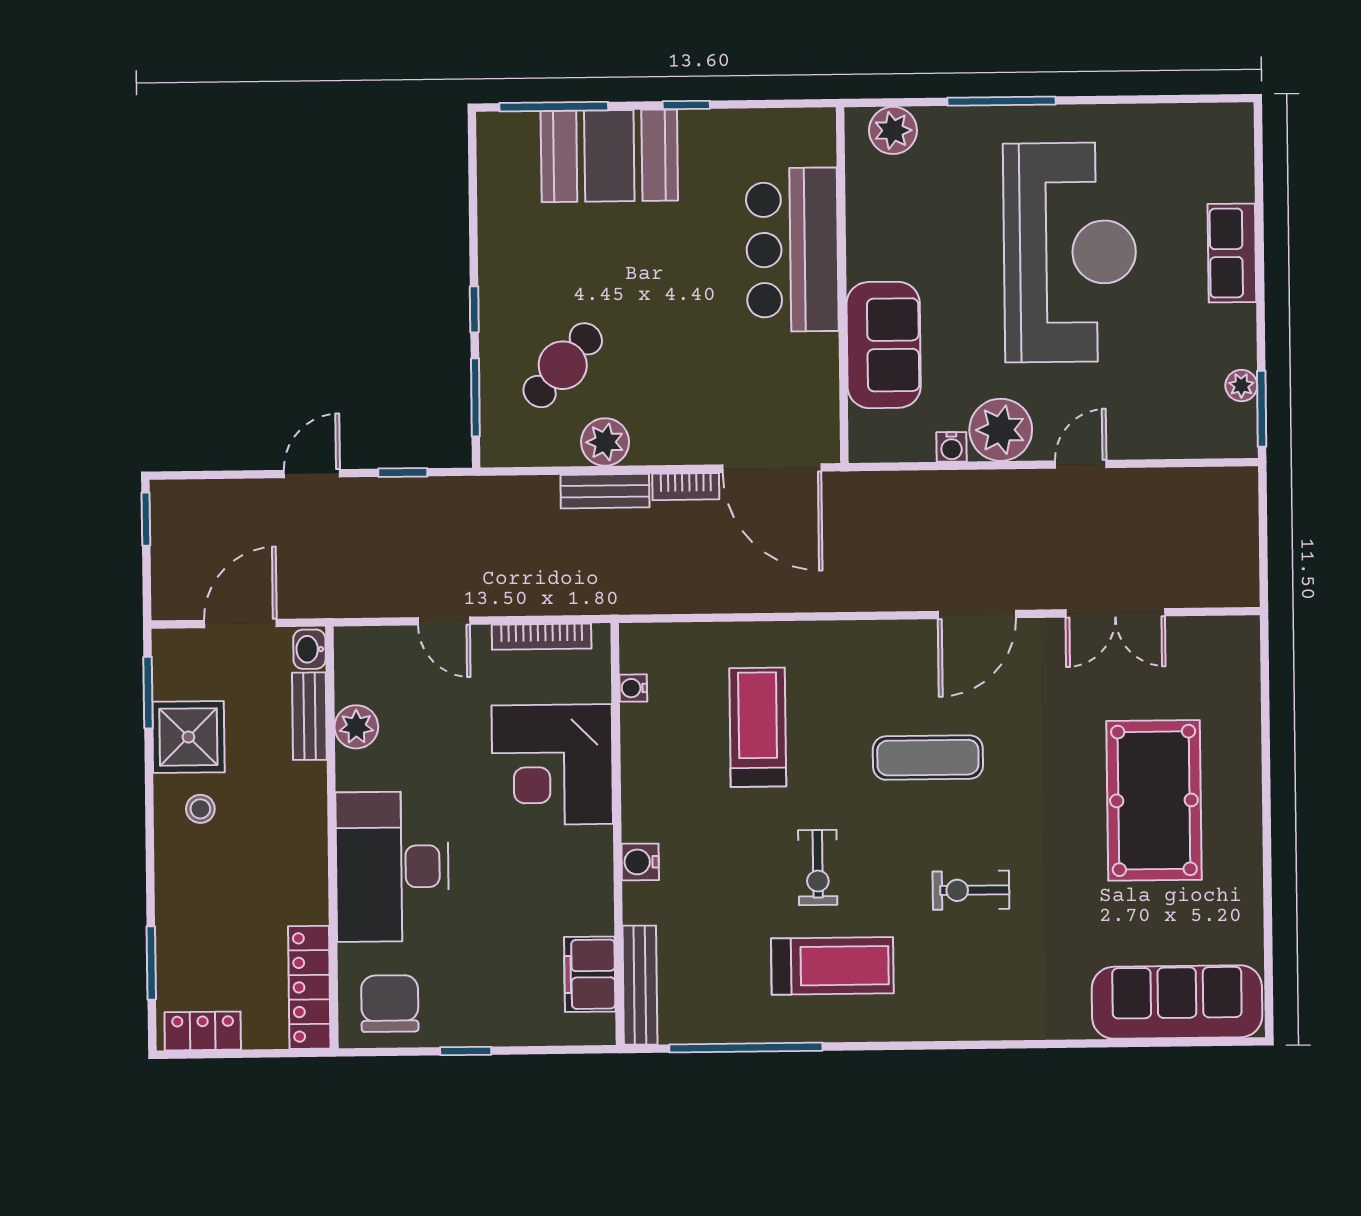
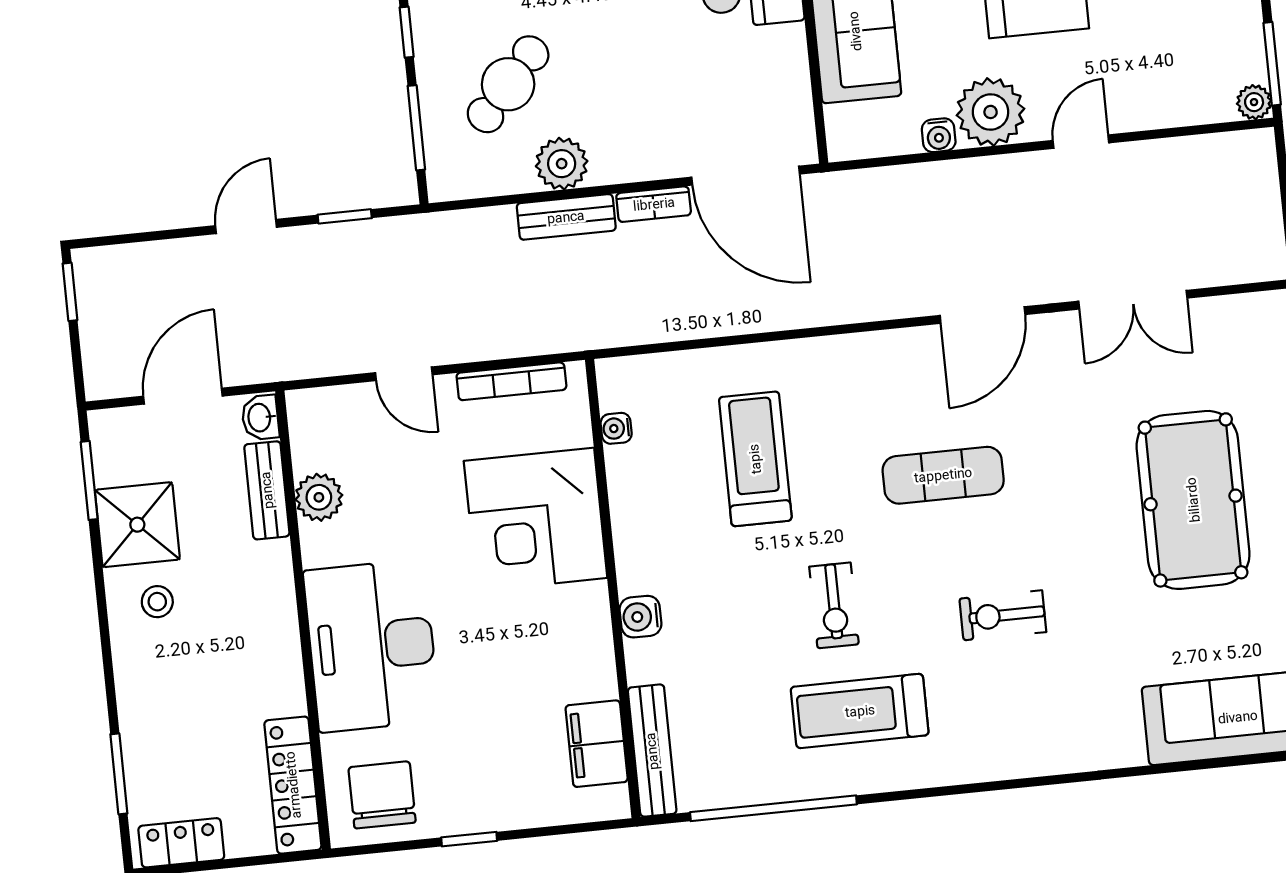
plant: (1241, 386) -> (1254, 102), moved
treadmill: (832, 966) -> (860, 711), turned 180

